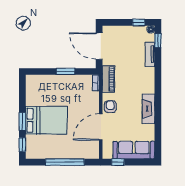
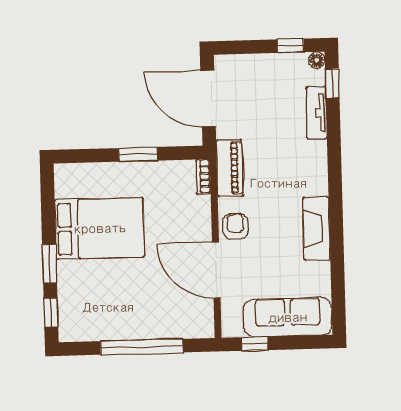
bed: (46, 120) -> (100, 228), moved
door: (101, 127) -> (216, 270), hinge flipped

